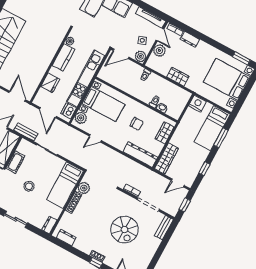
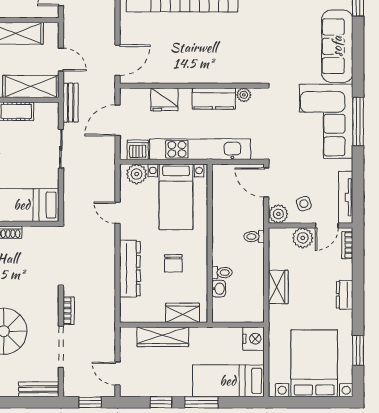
dresser: (190, 39) -> (345, 295), moved
window: (241, 58) -> (358, 350), moved
window: (221, 138) -> (201, 402), moved
dresser: (140, 155) -> (130, 269), moved
wardrobe: (167, 158) -> (163, 337), moved
plant: (84, 188) -> (33, 236), removed

